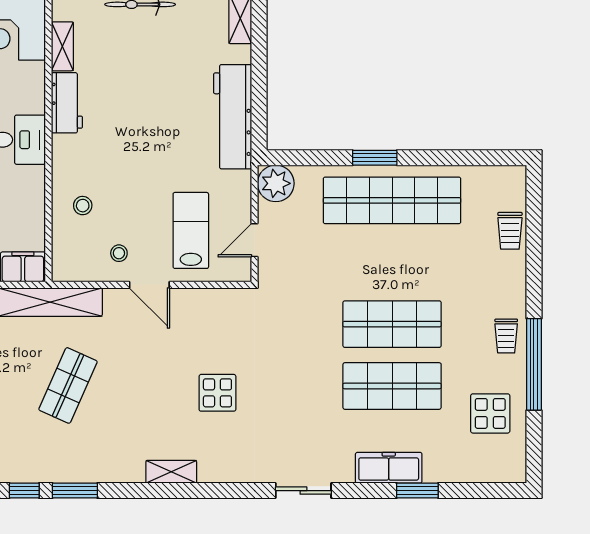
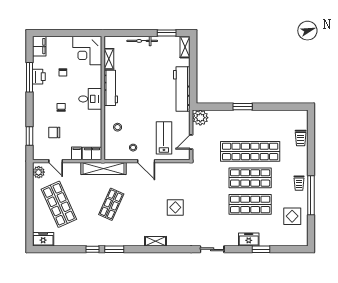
workbench: (67, 103) -> (111, 88), width x1.38
shop shelf: (392, 200) -> (250, 151), moved
freezer: (389, 468) -> (249, 240), width x0.71

